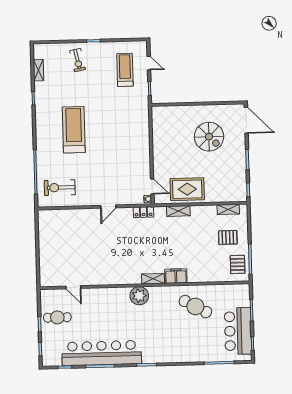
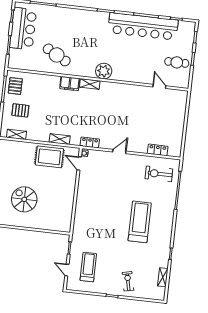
treadmill: (125, 70) -> (88, 267), turned 180
treadmill: (74, 130) -> (140, 222), turned 180
exercise bike: (60, 188) -> (159, 174), turned 180
locker: (65, 215) -> (158, 150), added

